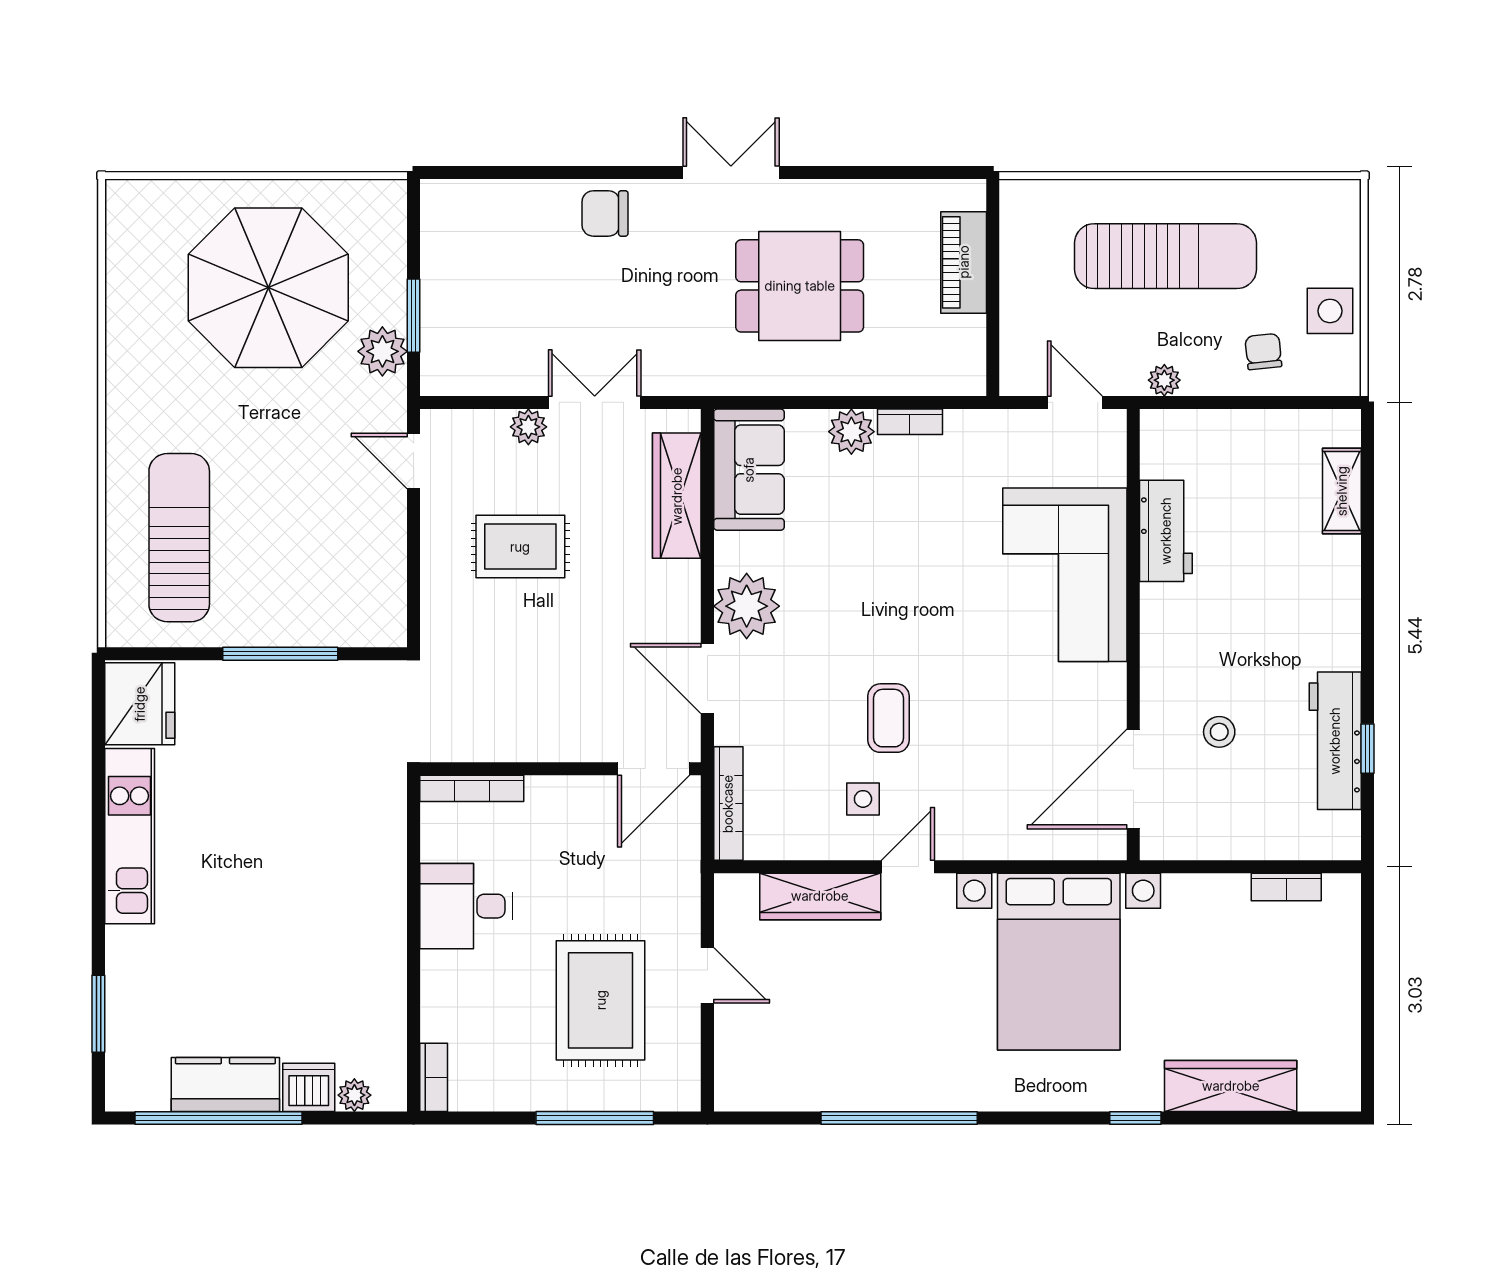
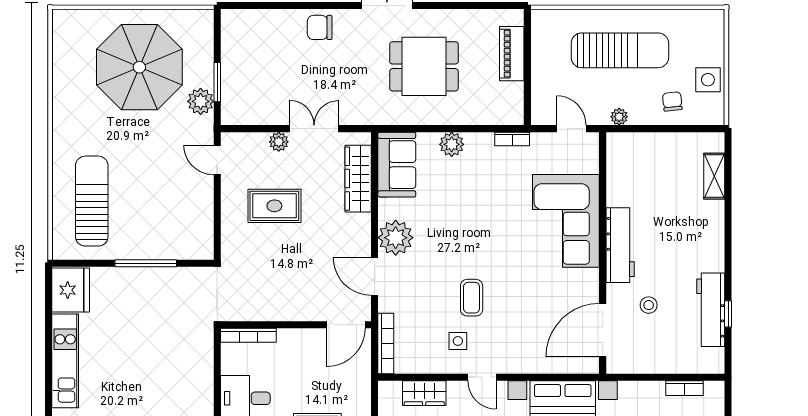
bookcase: (910, 422) -> (512, 139), moved
workbench: (1166, 531) -> (620, 245), moved, width x1.37
door: (908, 867) -> (482, 377), swing flipped
wardrobe: (820, 896) -> (424, 393), width x0.67

